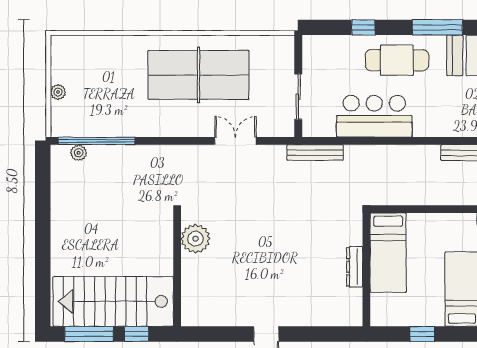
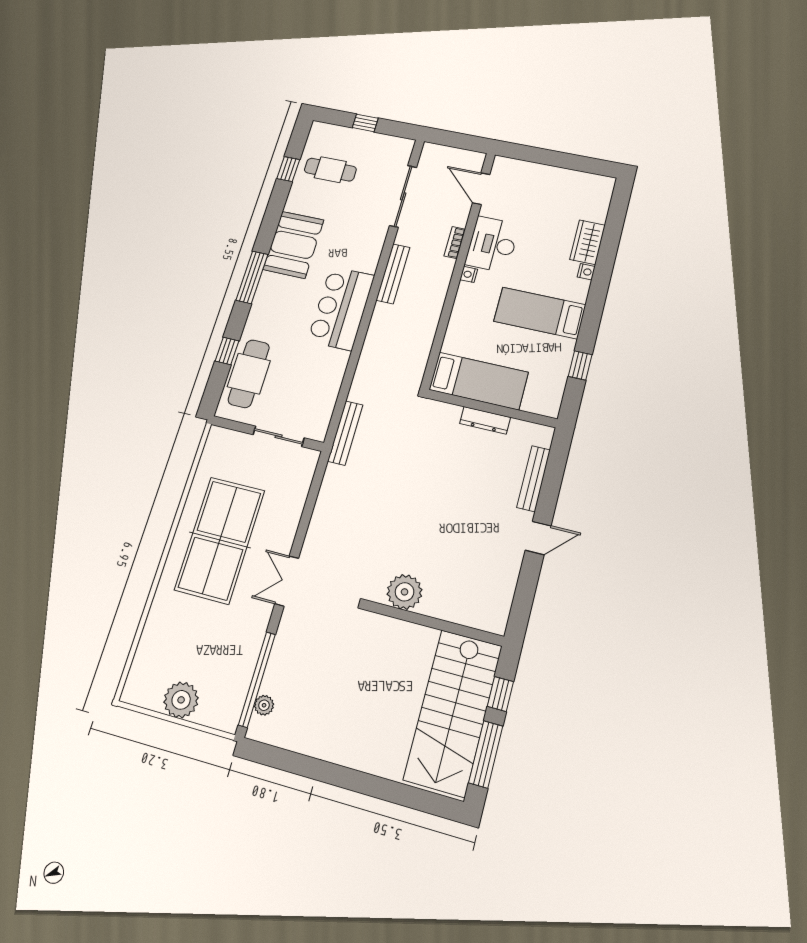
cafe table: (397, 60) -> (249, 374), moved
plant: (58, 92) -> (181, 700), width x1.88, depth x1.88
bar counter: (374, 116) -> (341, 308), moved
double door: (235, 141) -> (287, 581), moved
bench: (315, 319) -> (534, 479), added

